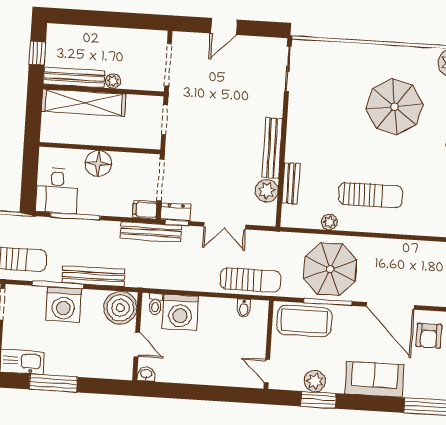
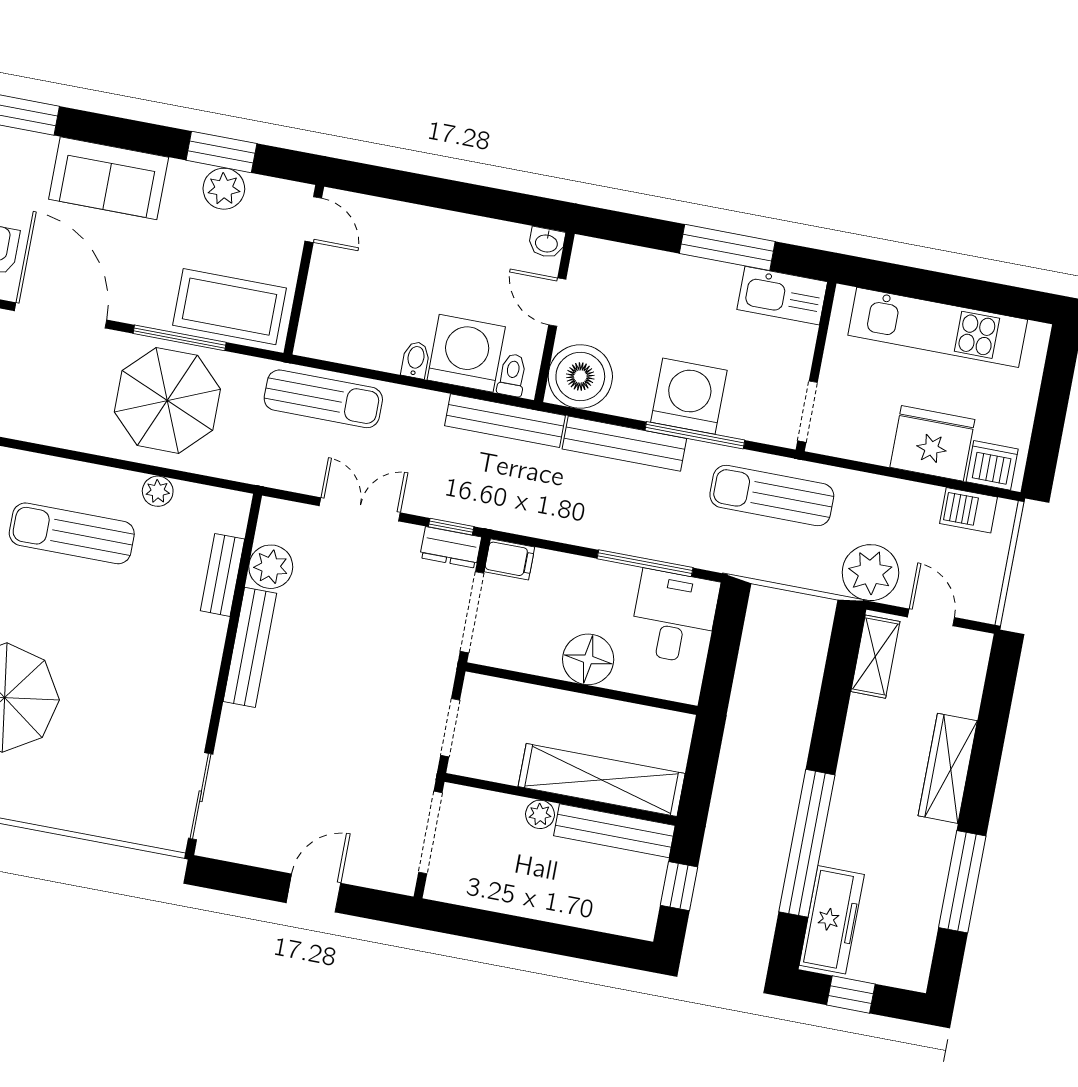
bench: (151, 232) -> (505, 421), moved
sun lounger: (250, 280) -> (323, 399), turned 180
bidet: (244, 308) -> (416, 360), moved

